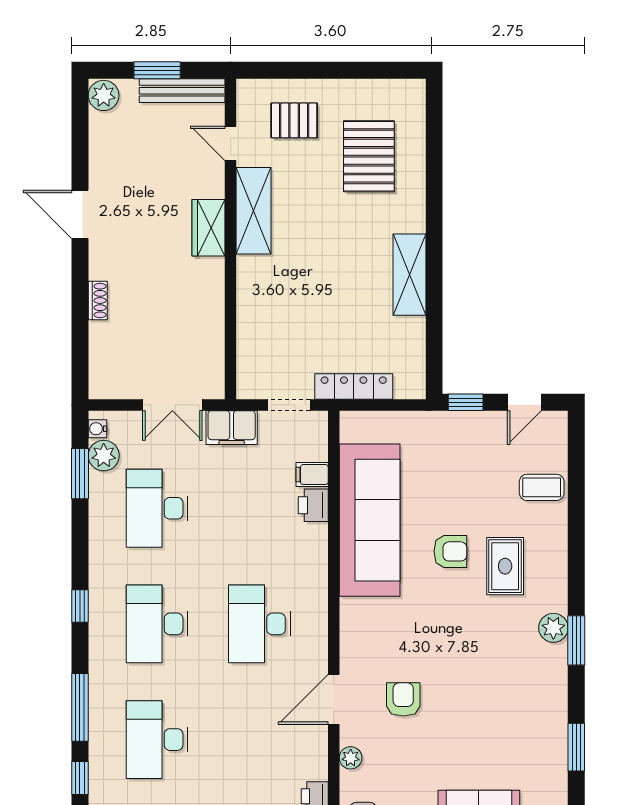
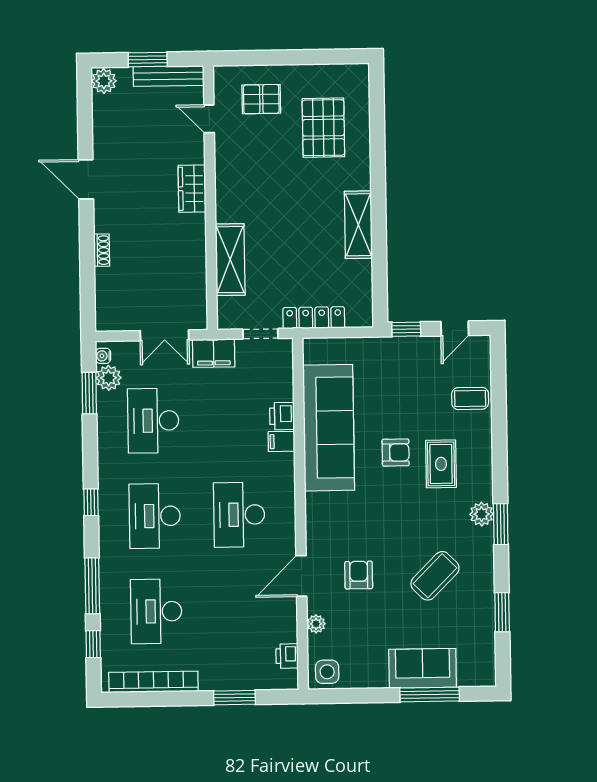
shelving: (253, 211) -> (230, 260), moved
filing cabinet: (312, 475) -> (281, 441), moved
coffee table: (496, 702) -> (435, 576), added

